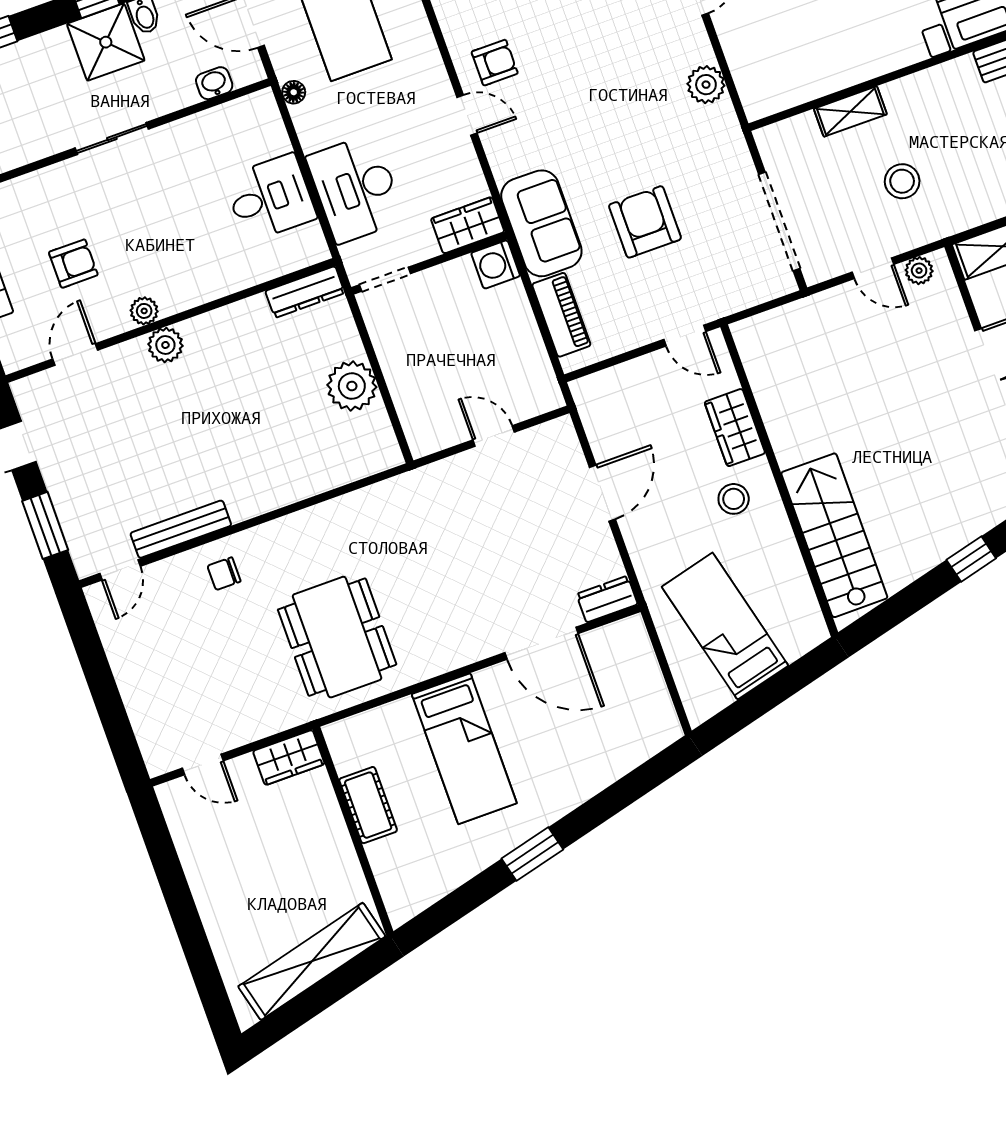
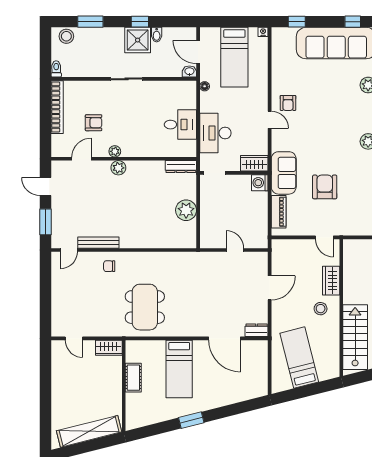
armchair: (495, 63) -> (288, 103), turned 90
washbasin: (214, 83) -> (189, 72), moved

